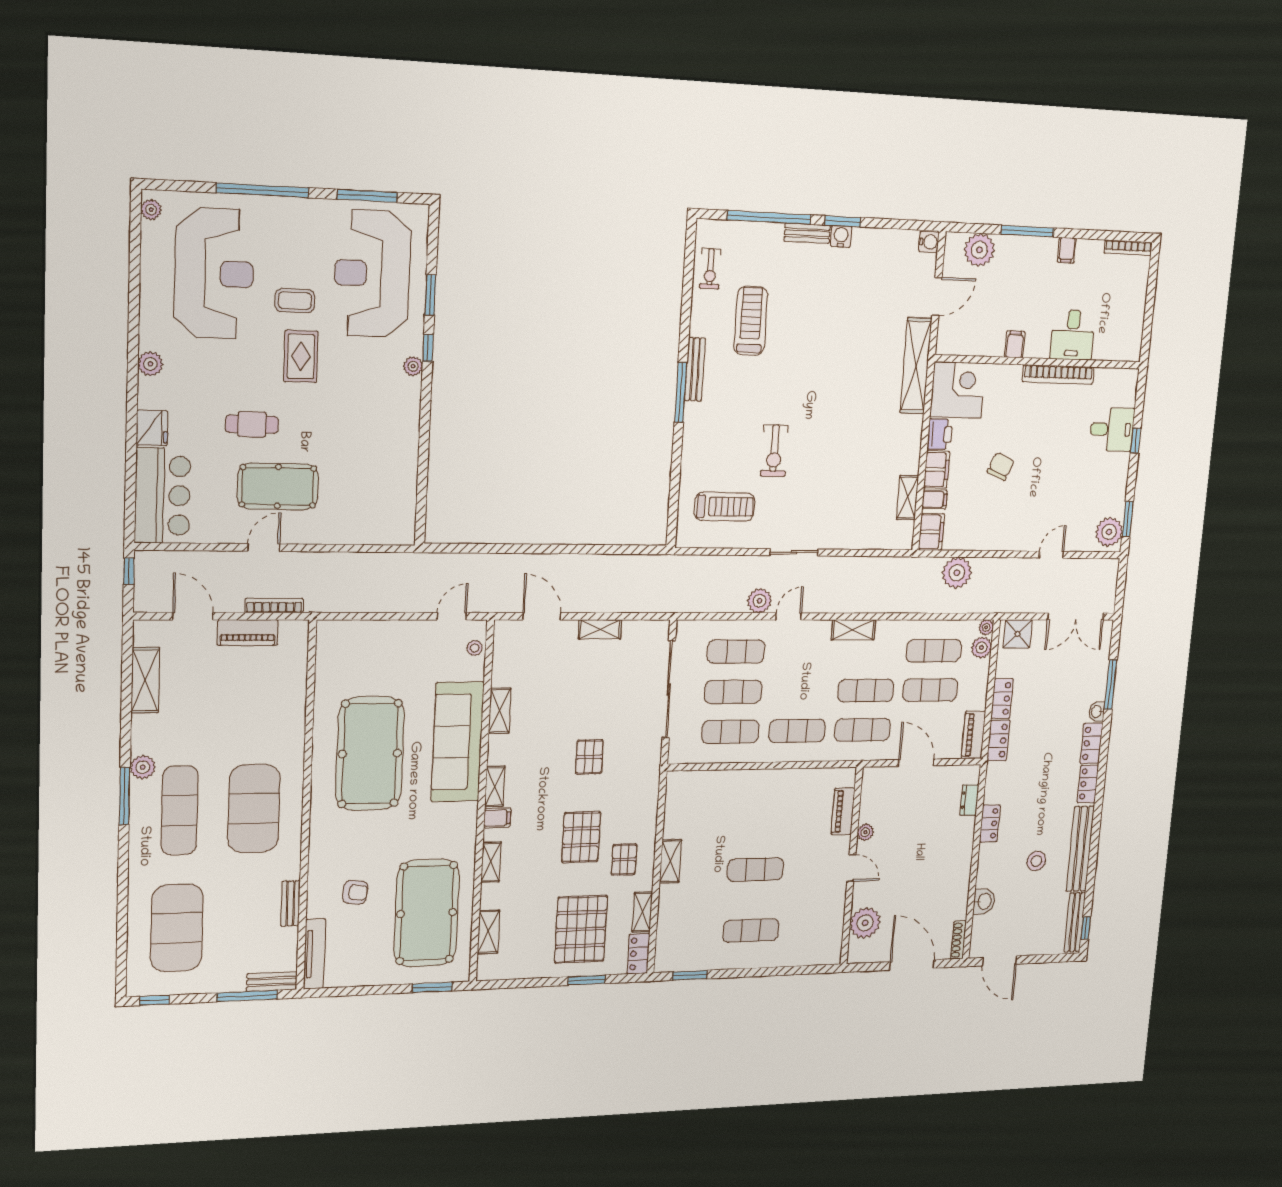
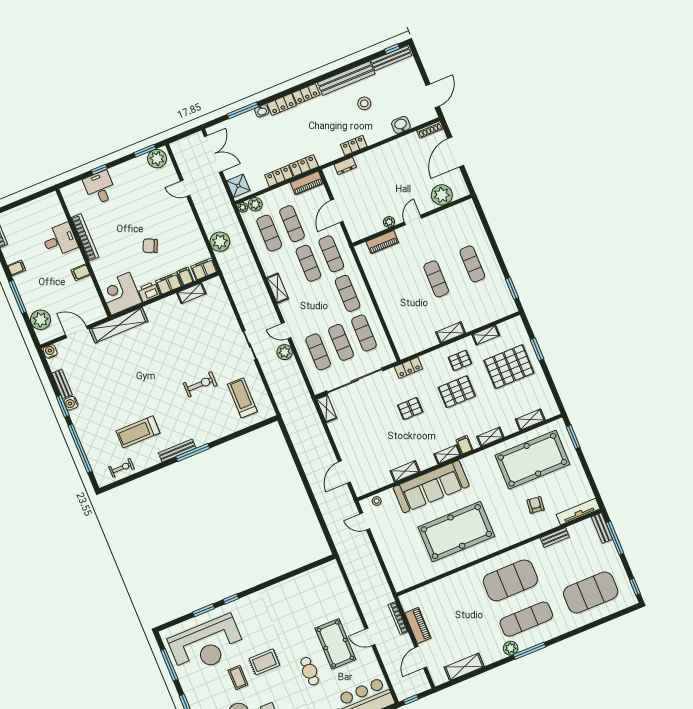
bench: (807, 233) -> (62, 384), moved
plant: (413, 366) -> (244, 602), removed
shelving: (600, 629) -> (327, 409), moved
locker: (638, 954) -> (408, 368), moved

